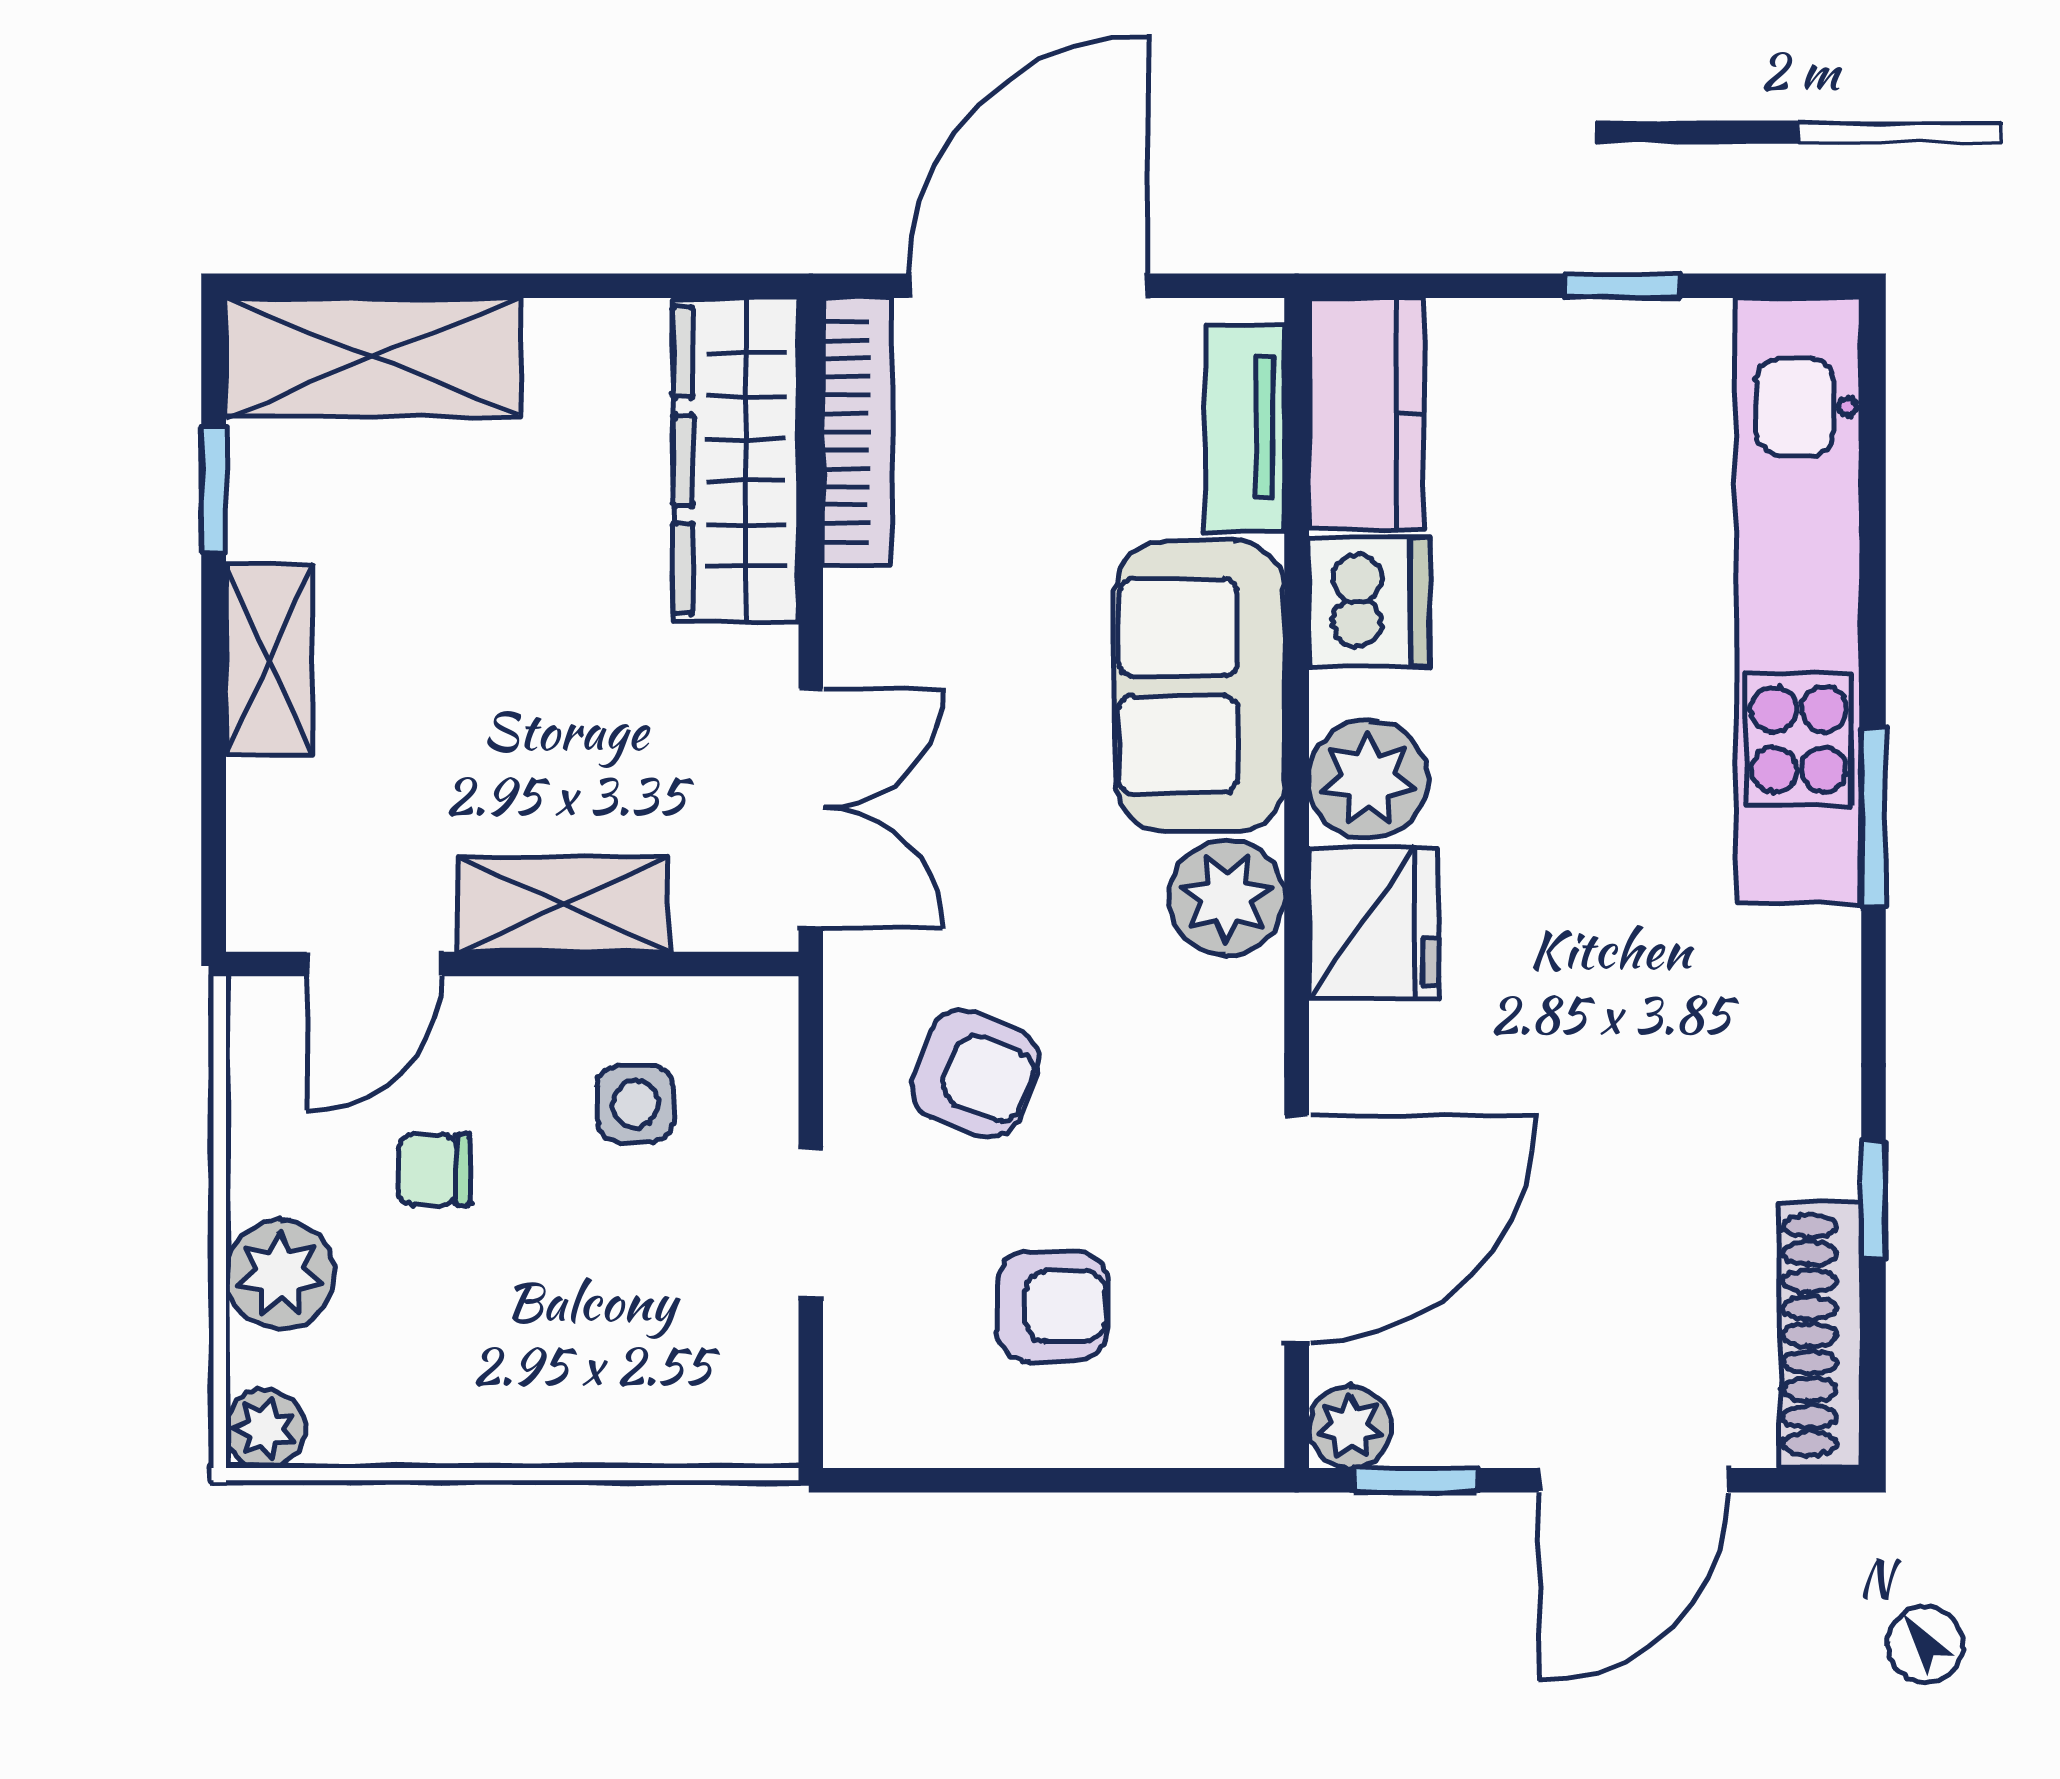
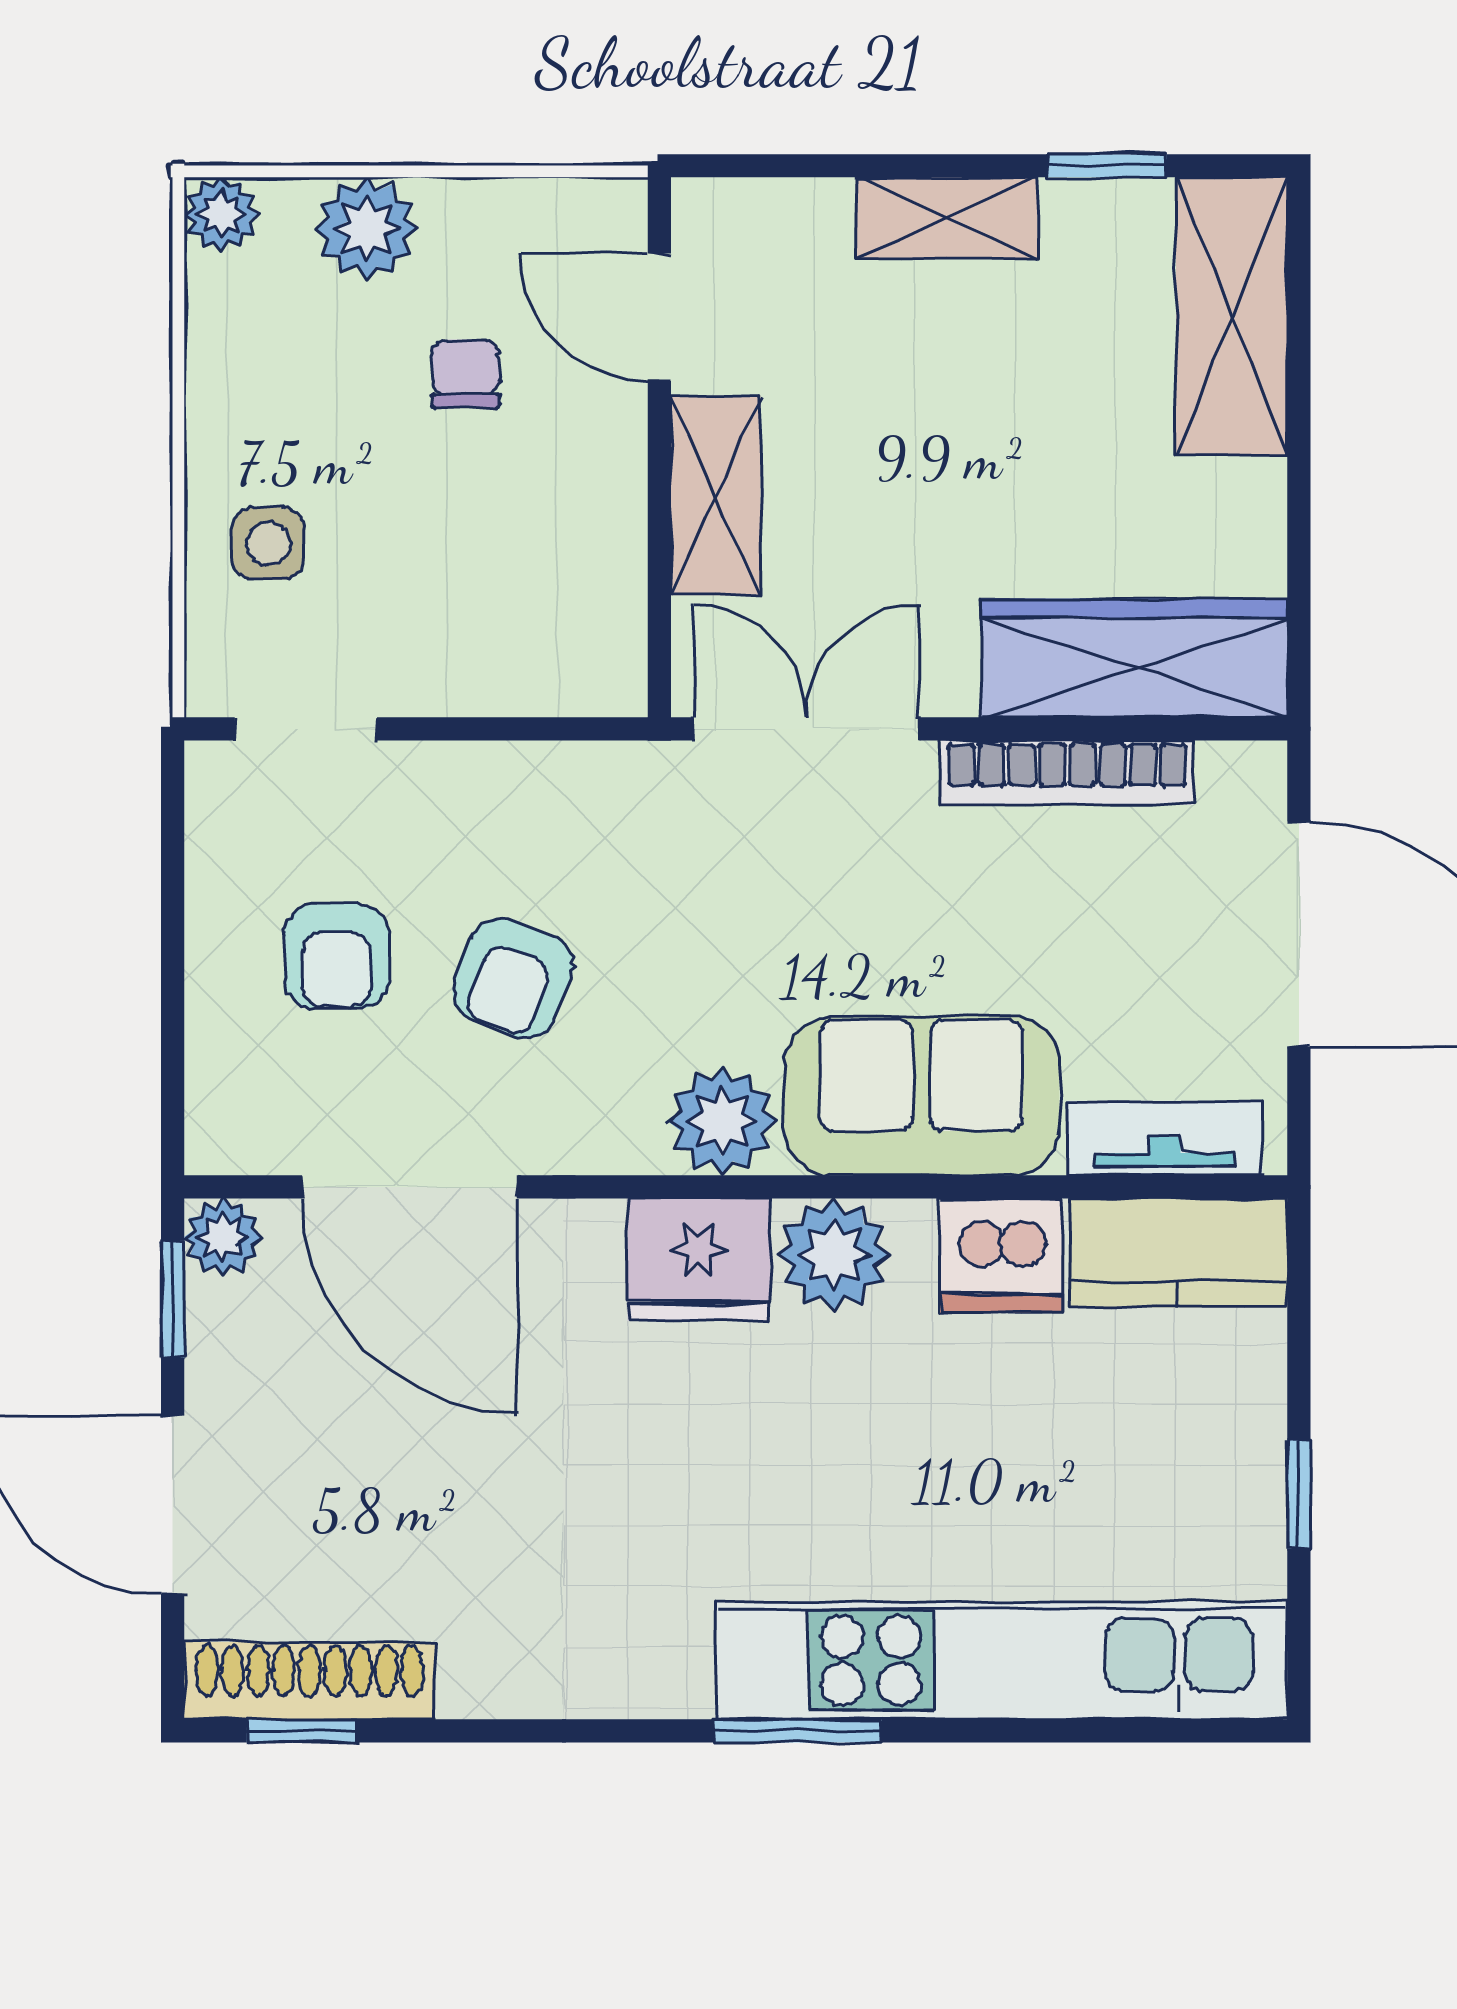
bookcase: (857, 432) -> (1067, 773), moved
double door: (811, 808) -> (807, 729), swing flipped
armchair: (975, 1074) -> (513, 978), moved
side table: (635, 1104) -> (268, 543), moved
window: (1874, 1200) -> (302, 1731), moved
doorway: (811, 1224) -> (306, 729), moved

